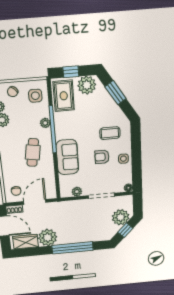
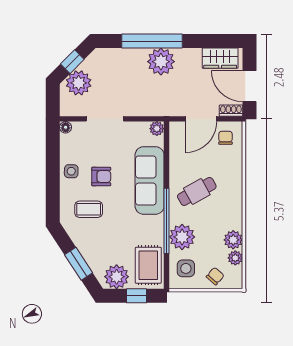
plant: (45, 123) -> (182, 237), width x1.87, depth x1.87
cafe table: (33, 152) -> (197, 191), turned 52
sofa: (67, 157) -> (150, 180), width x1.36
plant: (77, 192) -> (157, 129), moved
plant: (48, 238) -> (161, 62), moved

